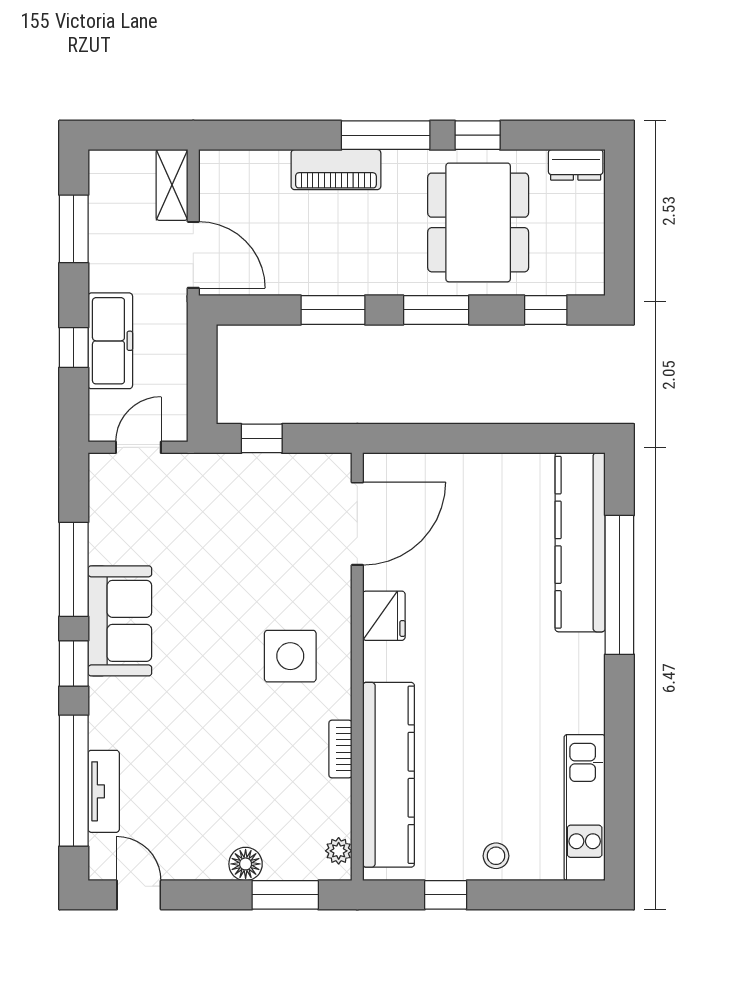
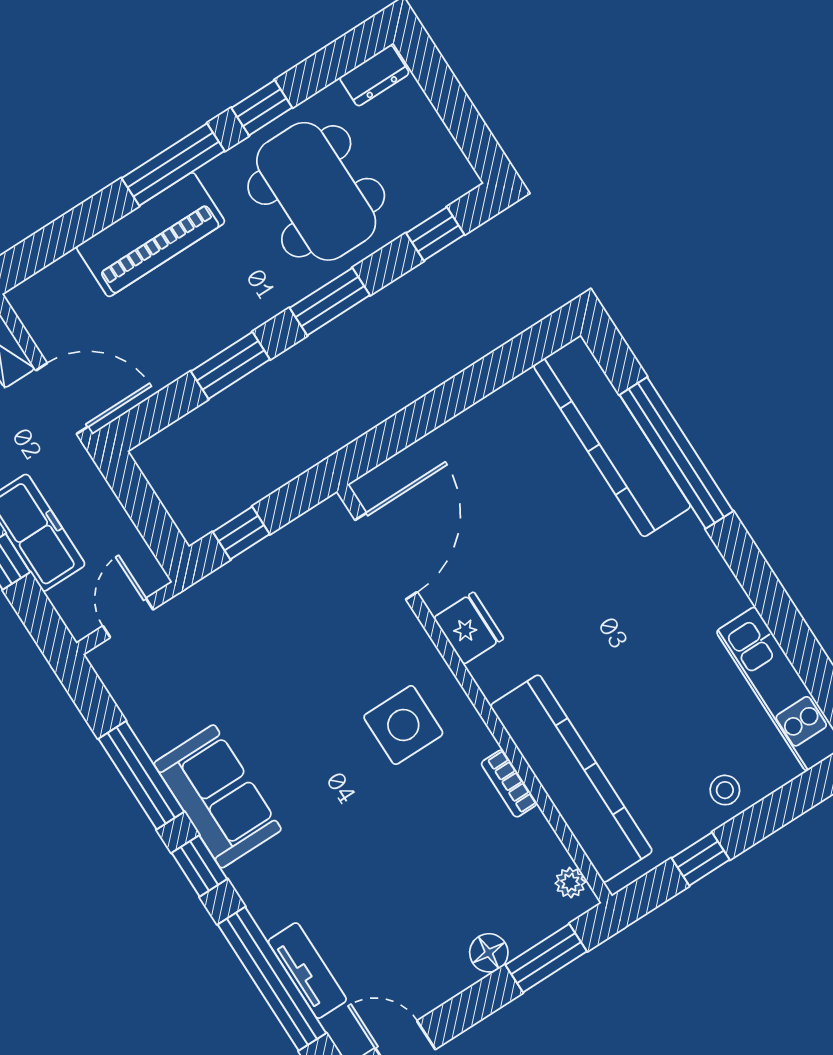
piano: (336, 170) -> (151, 235), width x1.37, depth x1.33

